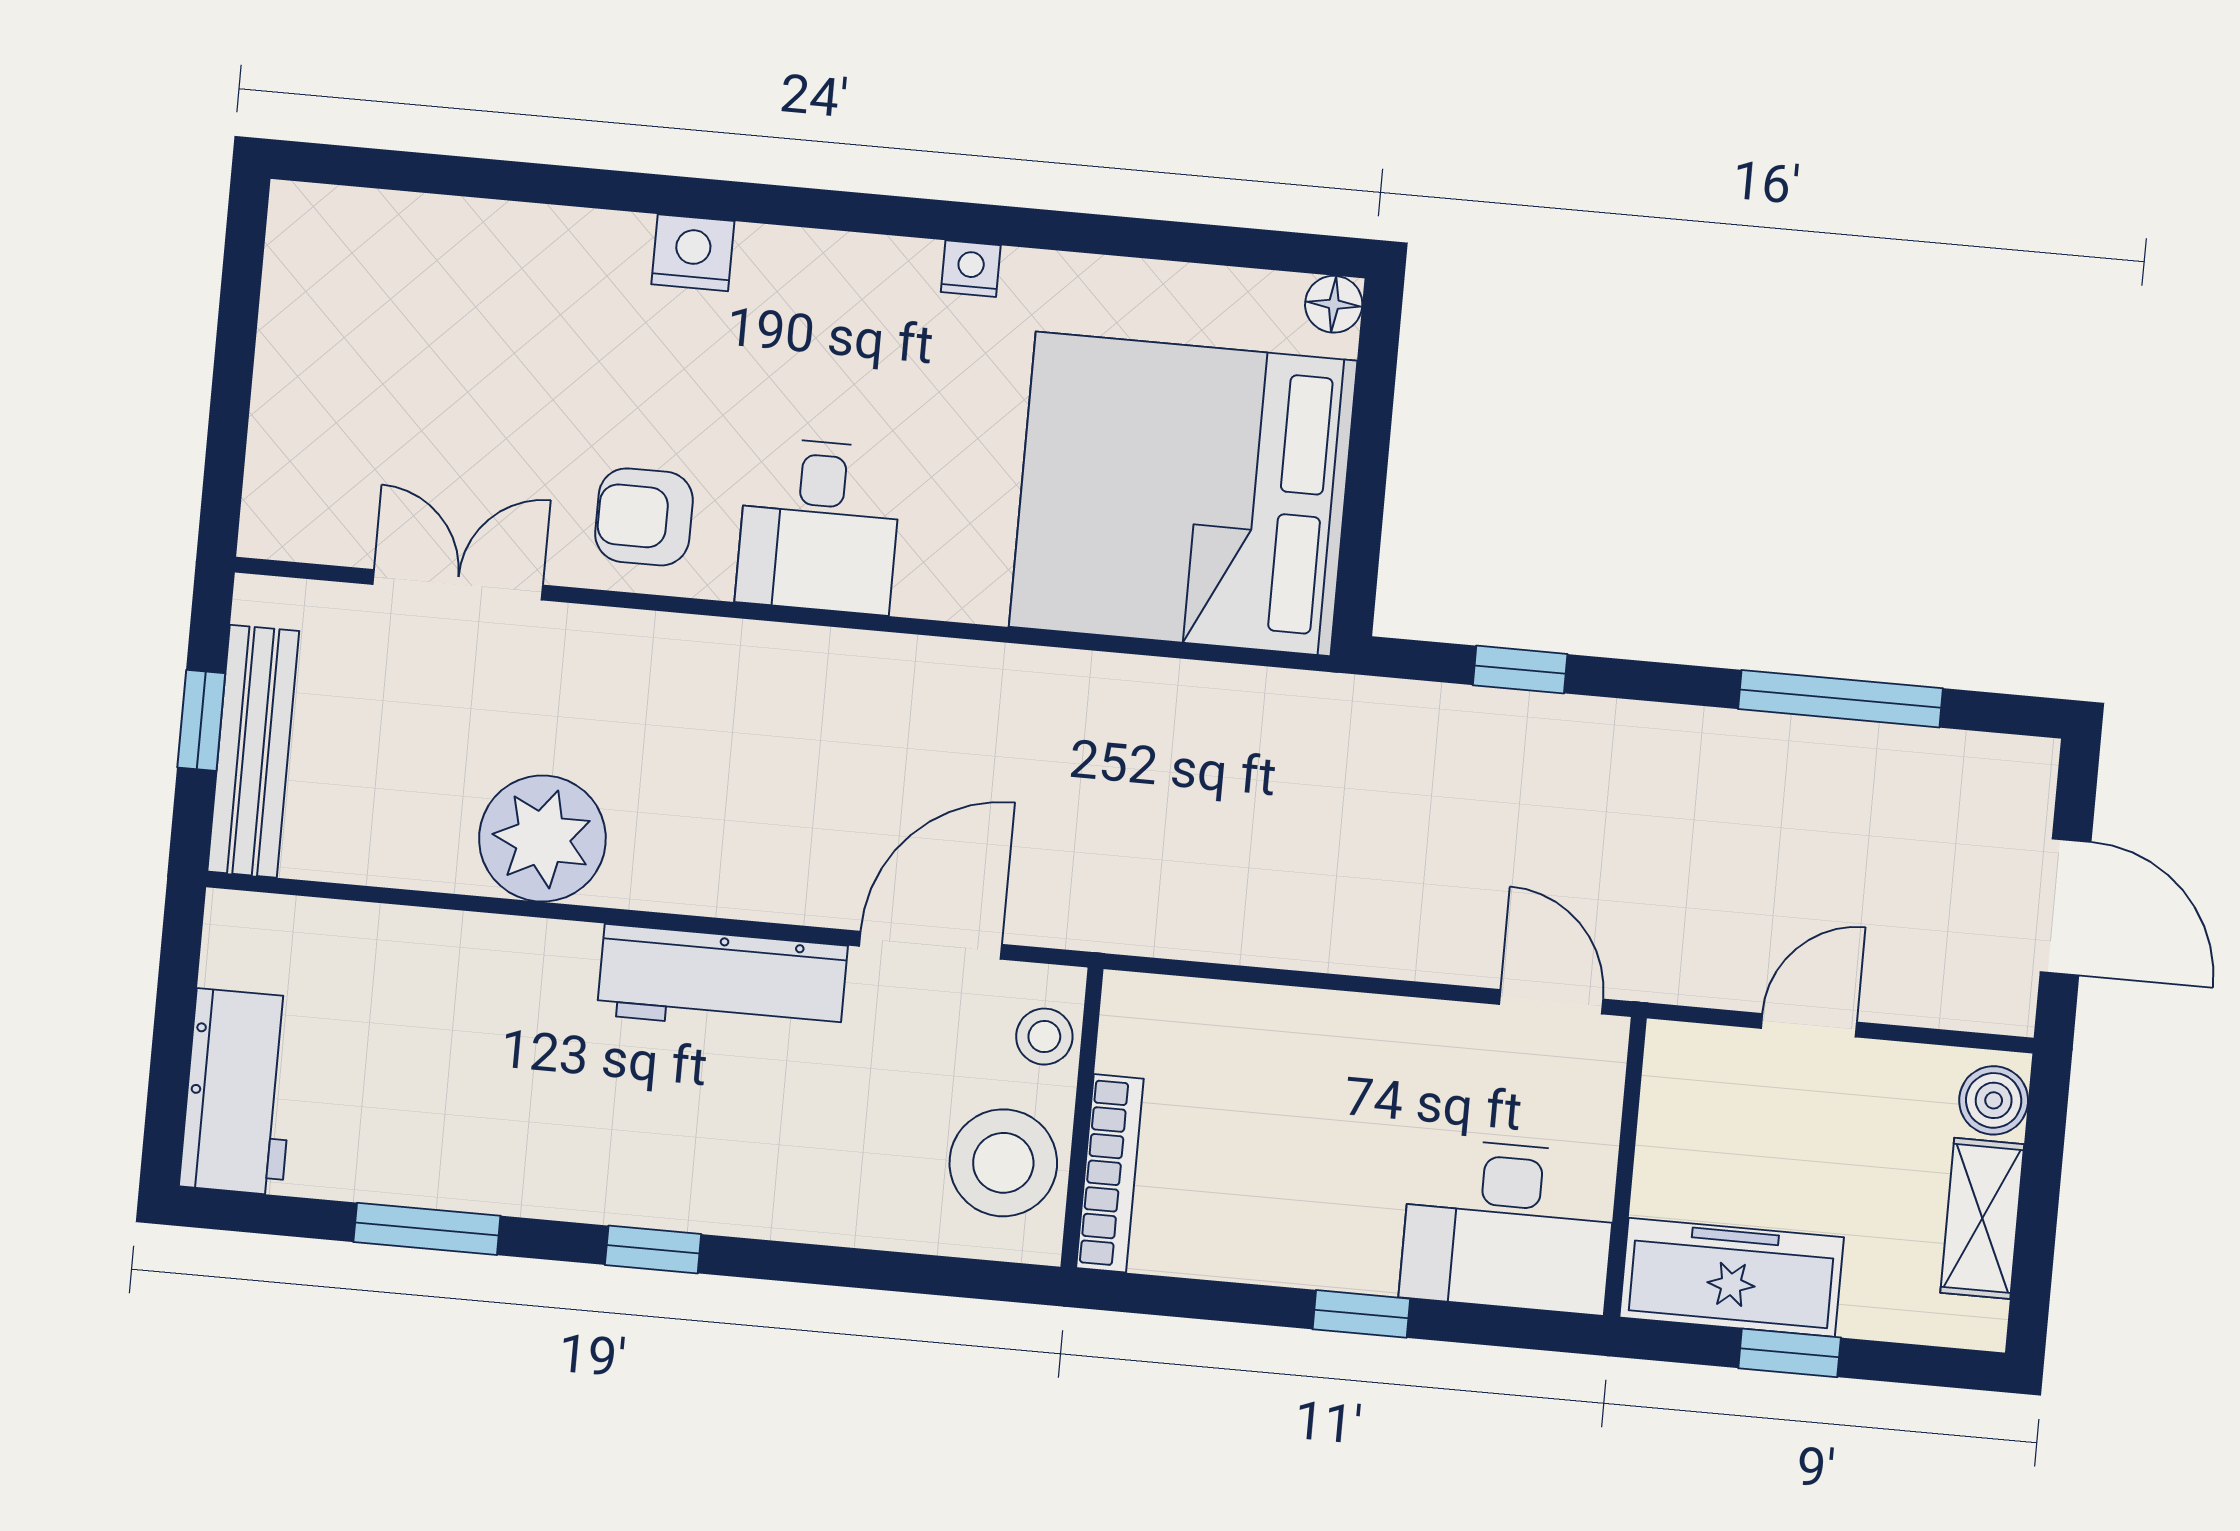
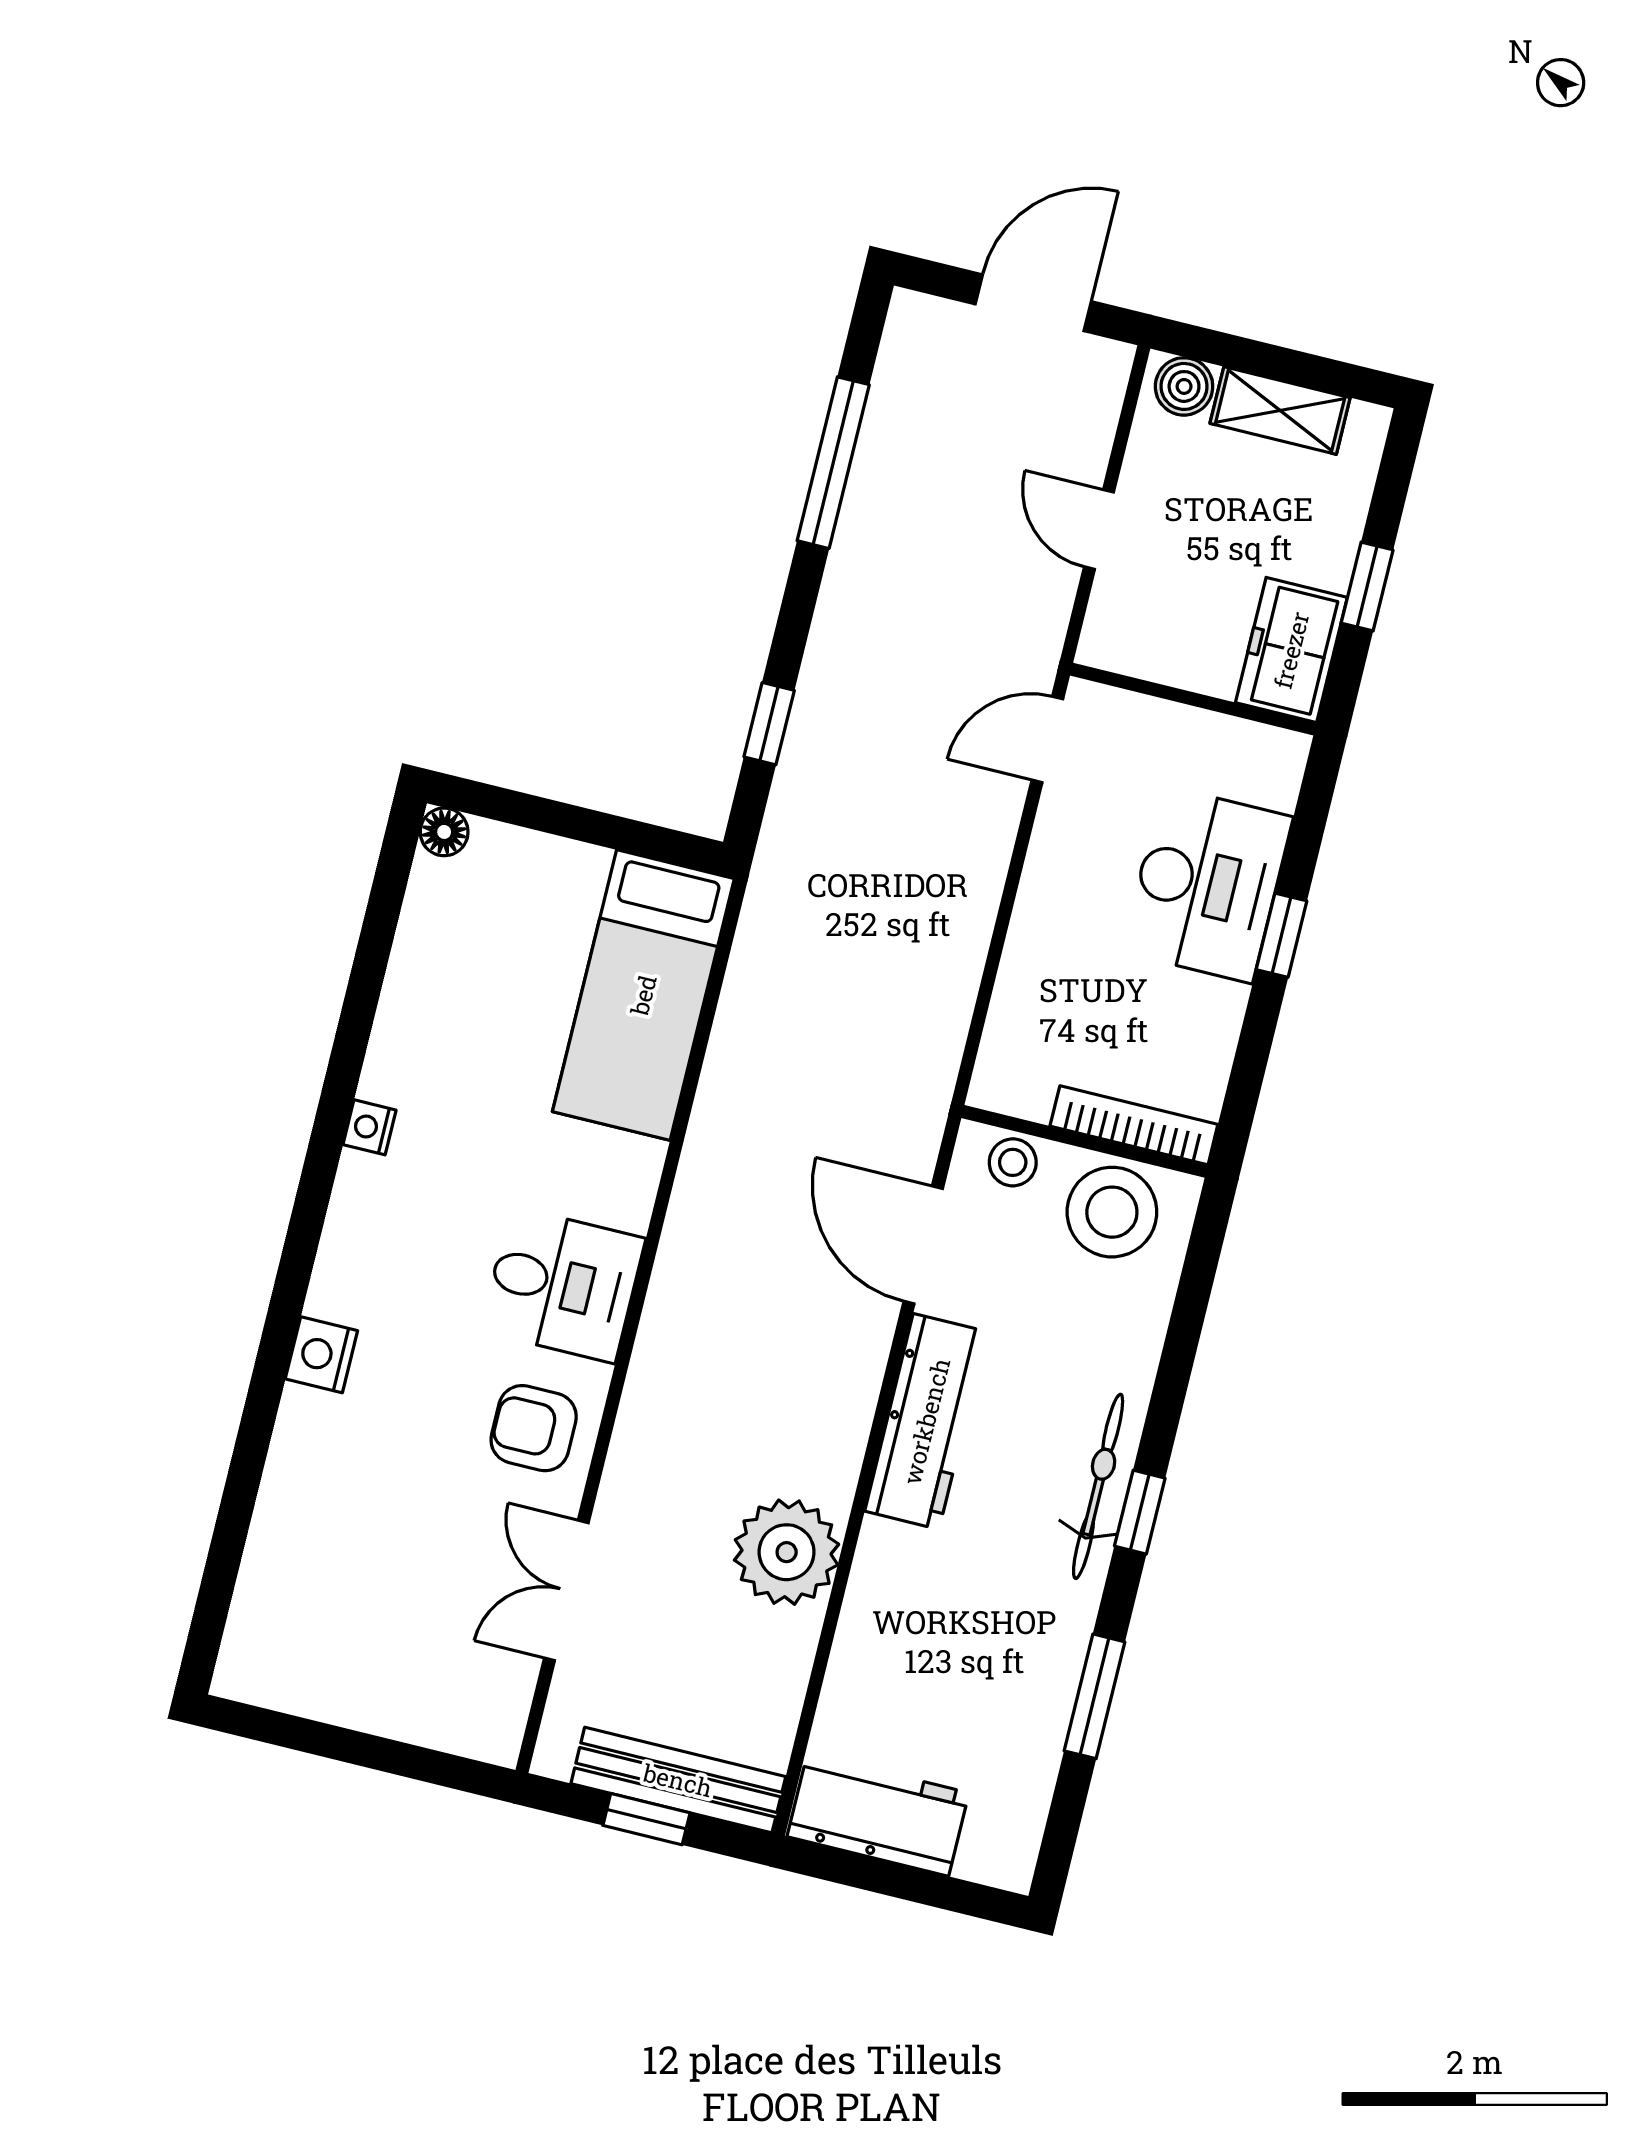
bed: (1183, 494) -> (643, 995), width x0.49
armchair: (644, 517) -> (534, 1428), turned 90
workbench: (239, 1092) -> (878, 1815), moved
bicycle: (676, 1196) -> (1098, 1486), added
desk: (1508, 1226) -> (1207, 884), moved
freezer: (1732, 1277) -> (1291, 650), width x0.71

